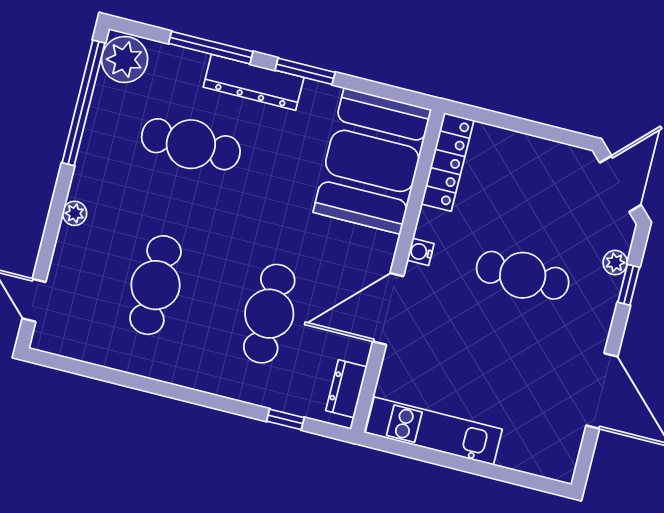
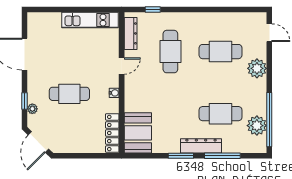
plant: (125, 59) -> (257, 126), moved
booth: (372, 161) -> (138, 133), width x0.73, depth x0.70
plant: (75, 213) -> (257, 68), width x1.88, depth x1.88
cafe table: (155, 285) -> (221, 52), turned 90
door: (388, 309) -> (122, 66), width x0.53
dresser: (346, 389) -> (131, 33), width x1.44

